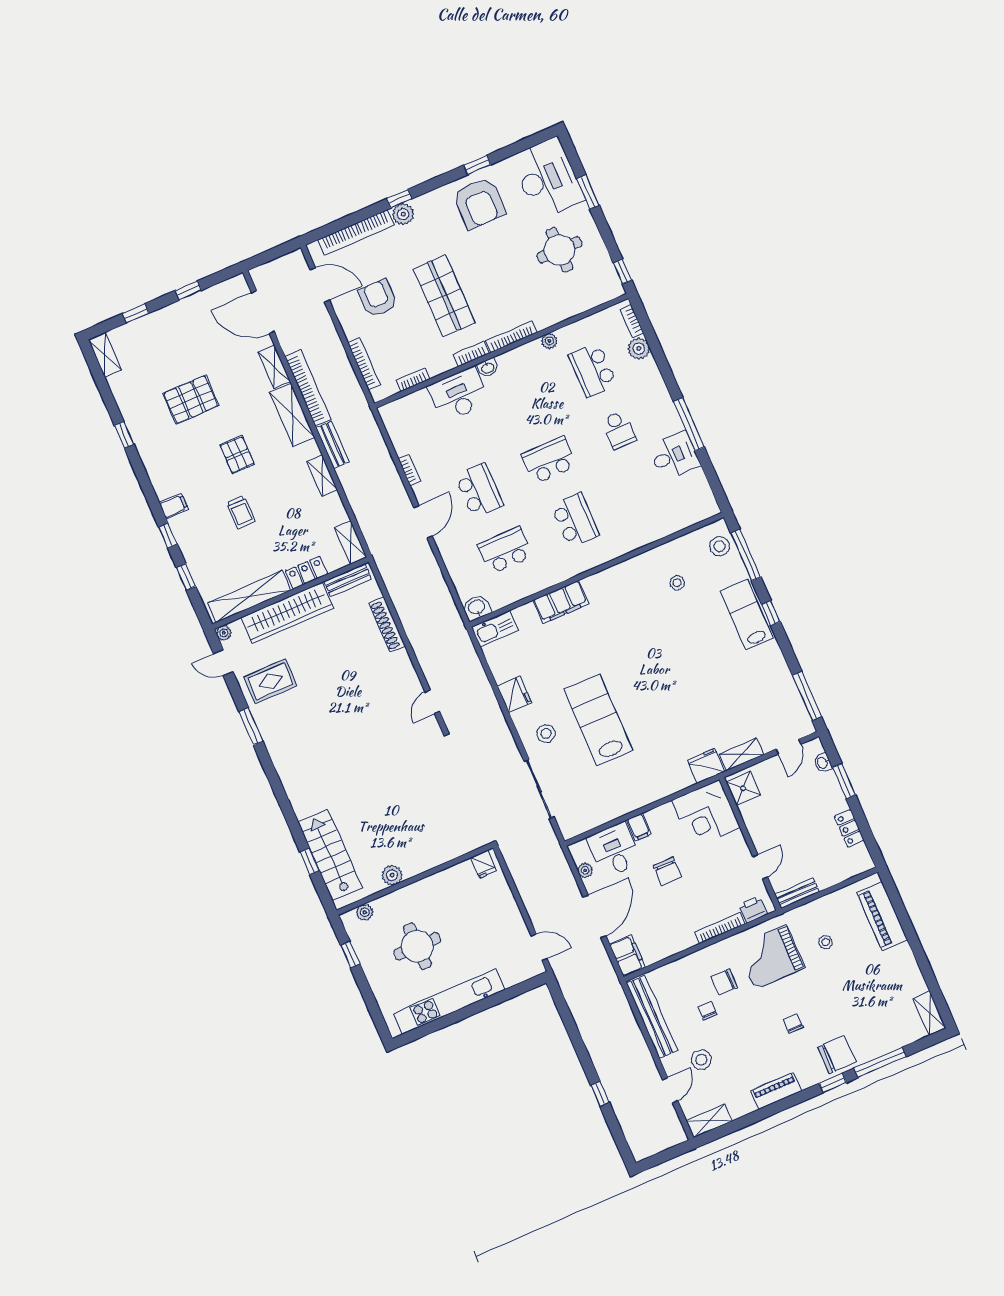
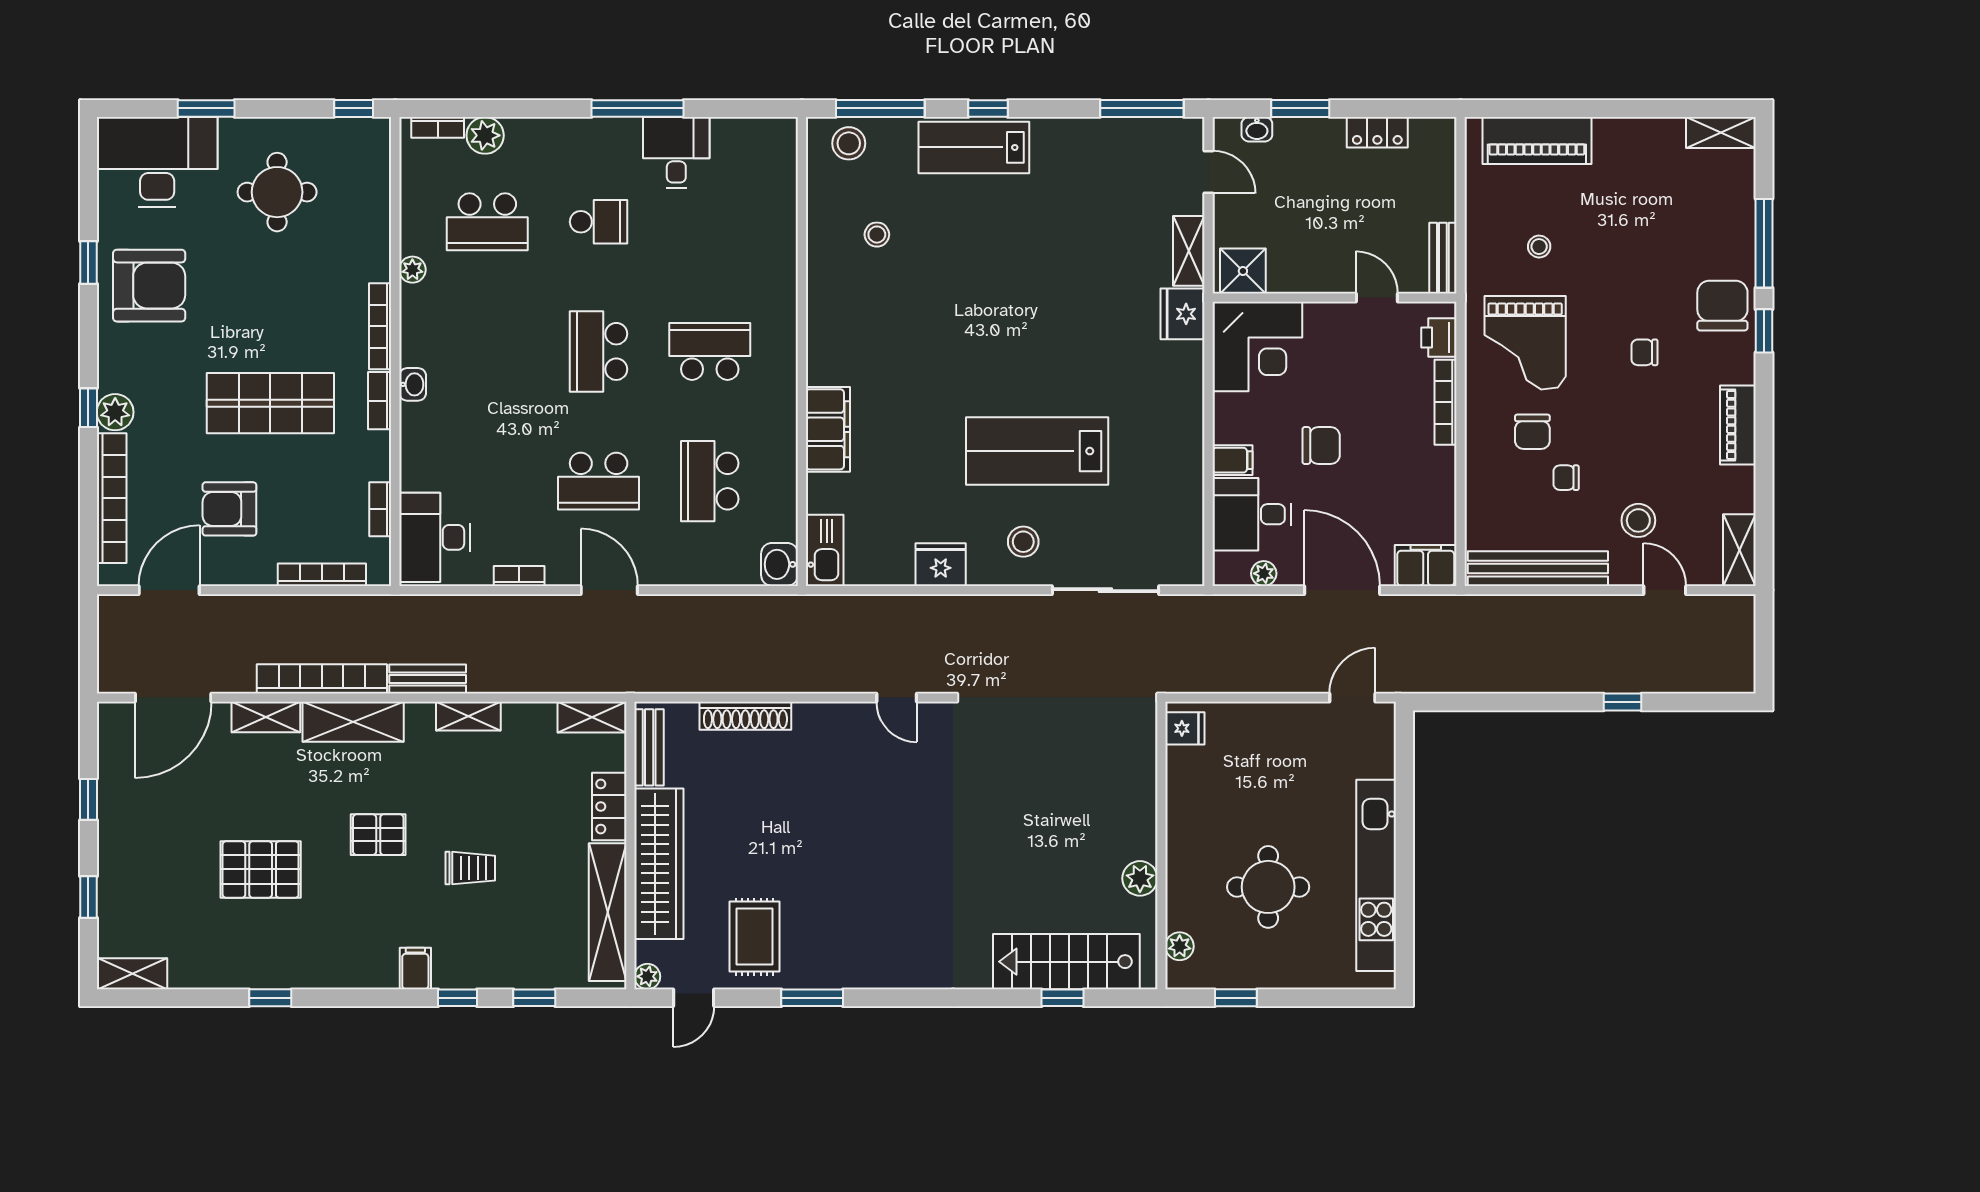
desk: (458, 395) -> (434, 537), moved
pallet: (191, 400) -> (261, 869), turned 90
school desk: (479, 491) -> (599, 481), turned 180

